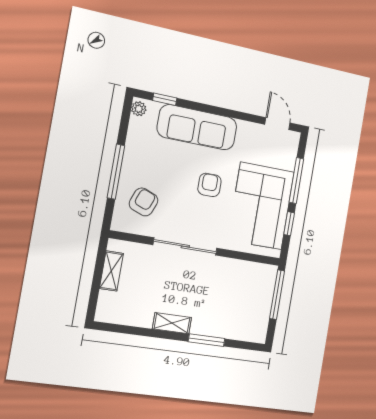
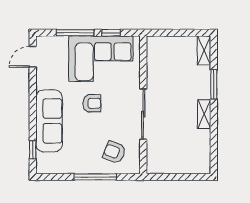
plant: (139, 109) -> (44, 168), removed
armchair: (209, 185) -> (92, 103), turned 180
shelving: (111, 271) -> (204, 50), moved, turned 90
window: (277, 295) -> (170, 33), removed

